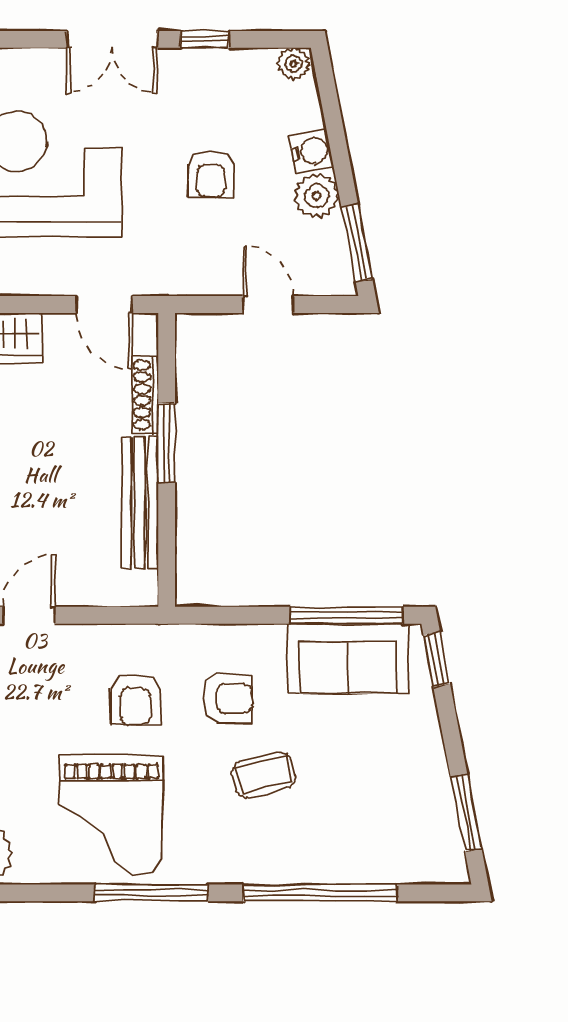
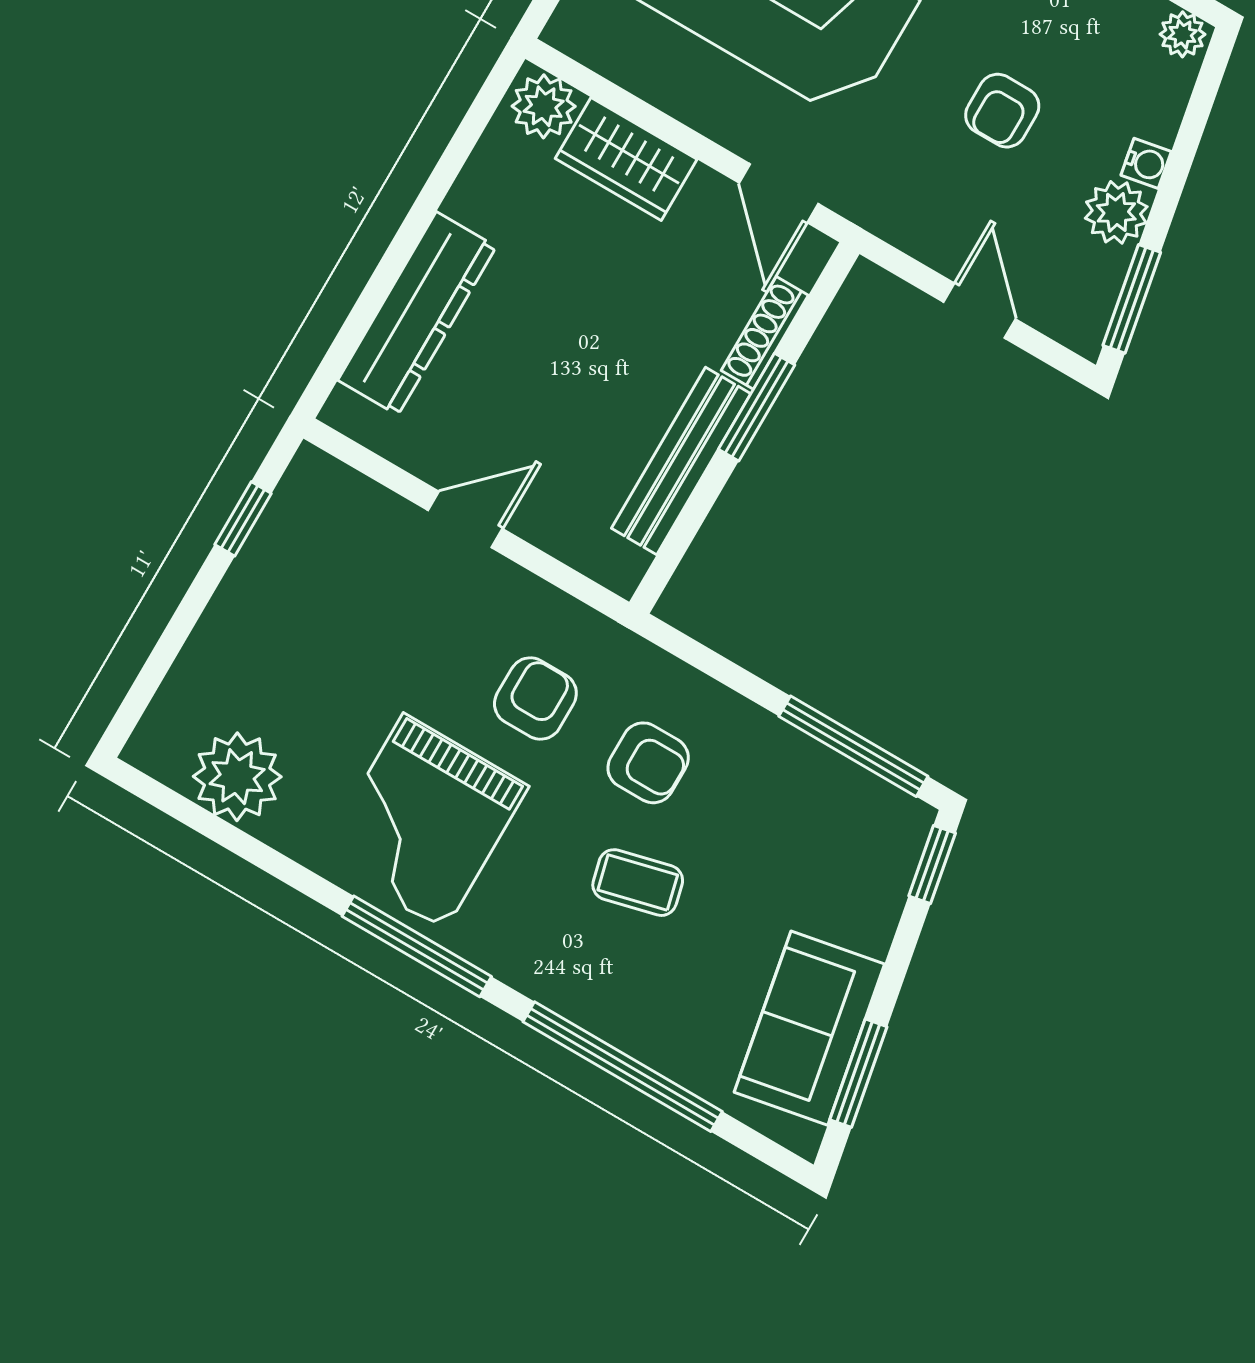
water cooler: (311, 151) -> (1146, 163), width x0.72, depth x0.72
sofa: (348, 658) -> (809, 1028), moved, turned 79
armchair: (136, 699) -> (535, 699), turned 180

